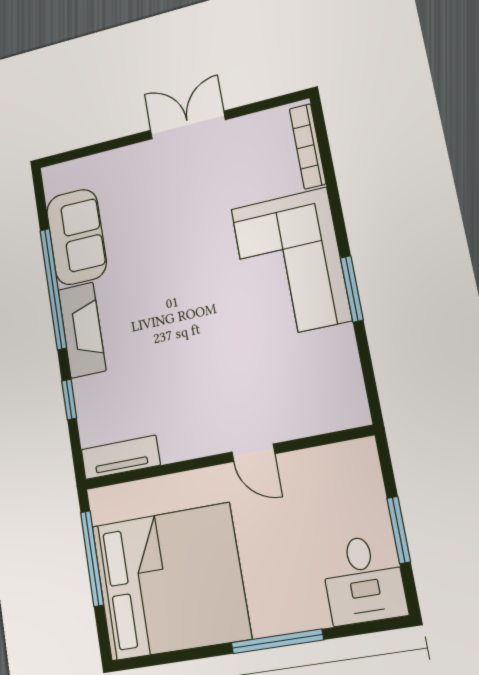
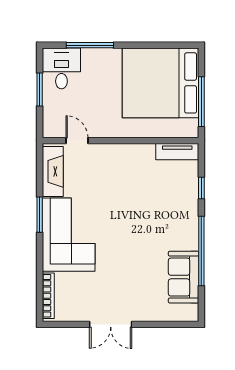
fireplace: (82, 330) -> (53, 171), moved, turned 180
door: (253, 453) -> (77, 141), moved
window: (277, 641) -> (90, 45), moved

